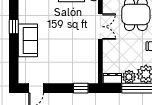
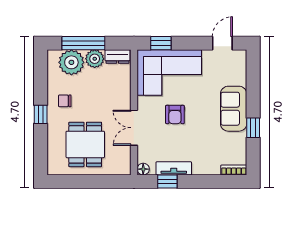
armchair: (71, 36) -> (175, 114), added
corner sofa: (75, 67) -> (169, 72), added

